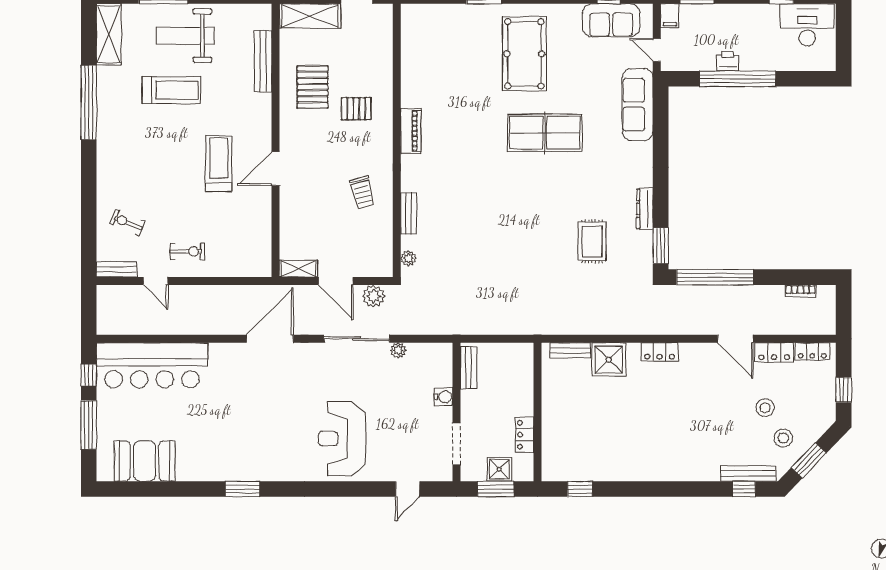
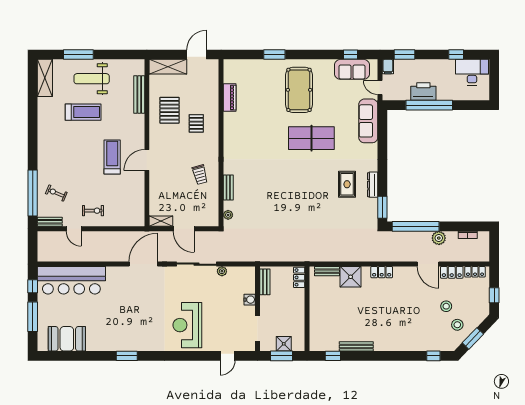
printer: (728, 61) -> (423, 91), width x1.87, depth x1.48
window: (89, 102) -> (33, 193), moved
pallet: (356, 109) -> (196, 123), turned 90
piano: (411, 131) -> (230, 98), moved
rug: (592, 241) -> (347, 184), moved
plant: (374, 296) -> (439, 238), moved
locker: (525, 435) -> (299, 277), moved
bench: (748, 474) -> (356, 346), moved

